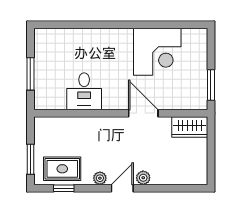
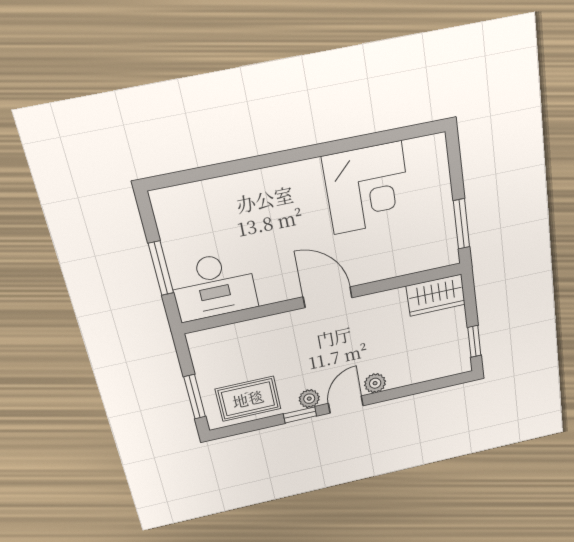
desk: (84, 91) -> (214, 286), moved, width x1.37
door: (143, 113) -> (328, 297), moved
window: (211, 164) -> (474, 341), added
window: (64, 188) -> (300, 415), moved

